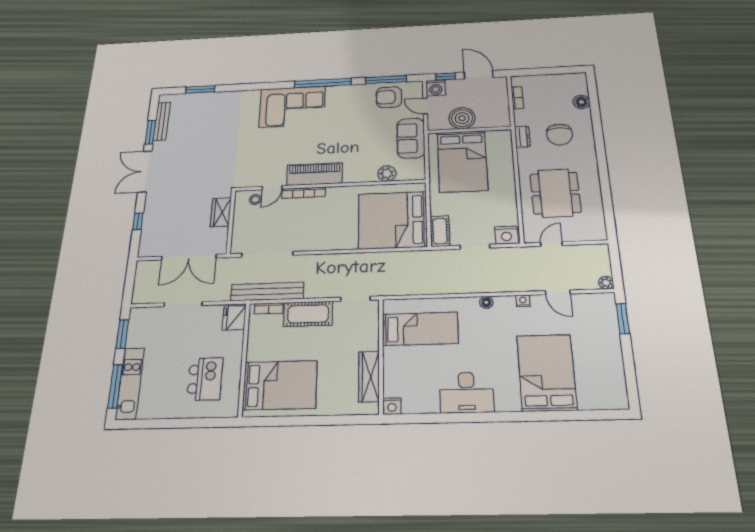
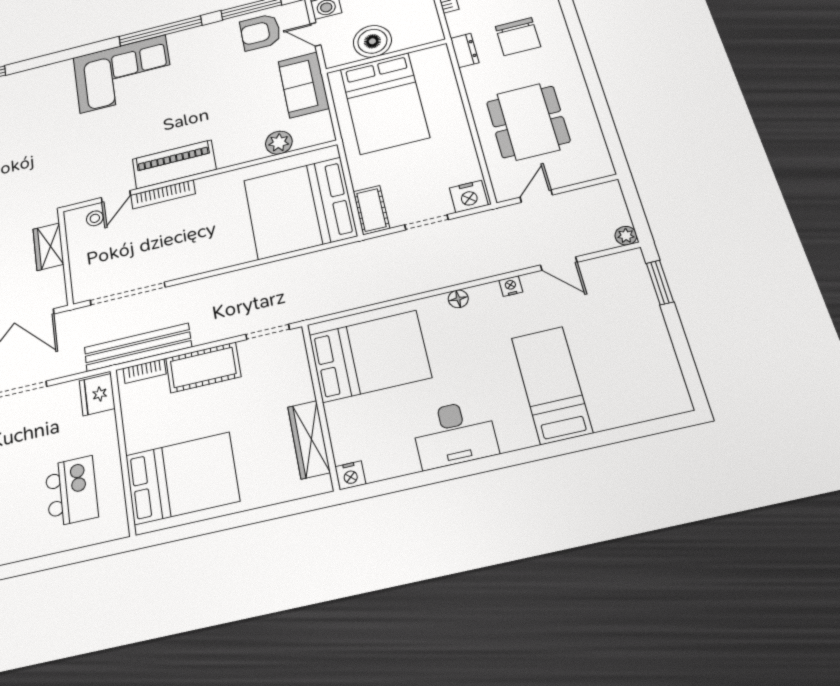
bed: (420, 329) -> (370, 356), width x1.50
bed: (547, 372) -> (552, 385), width x0.67

